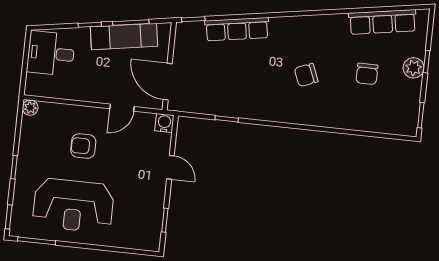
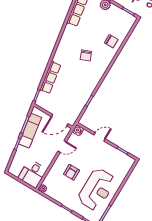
desk: (51, 53) -> (32, 174), moved
chair: (367, 74) -> (111, 41), moved
door: (122, 108) -> (62, 146), hinge flipped

